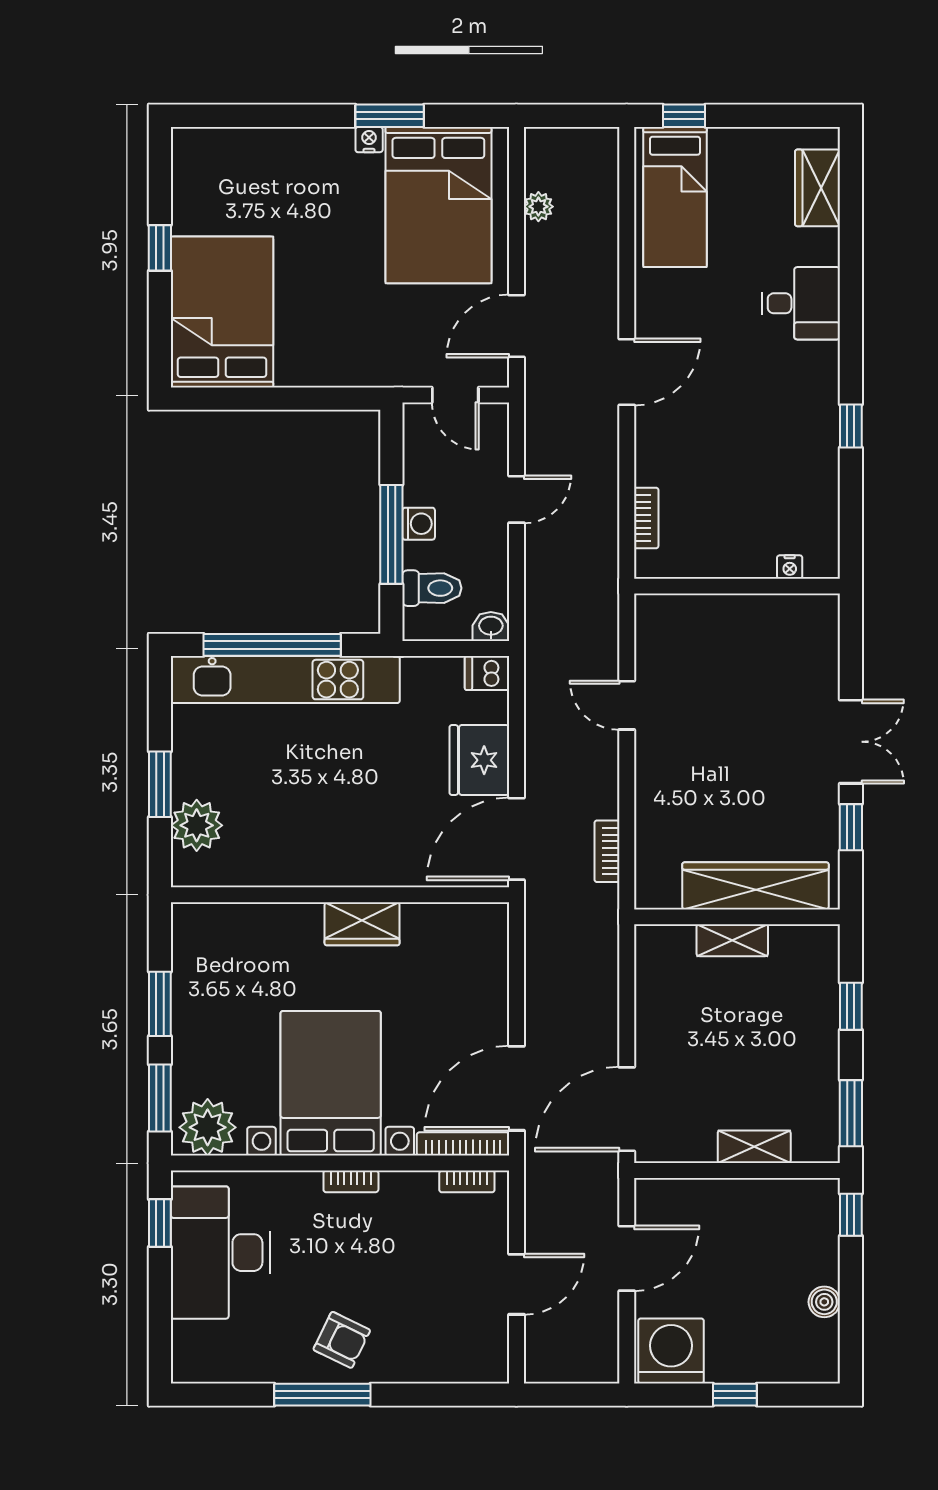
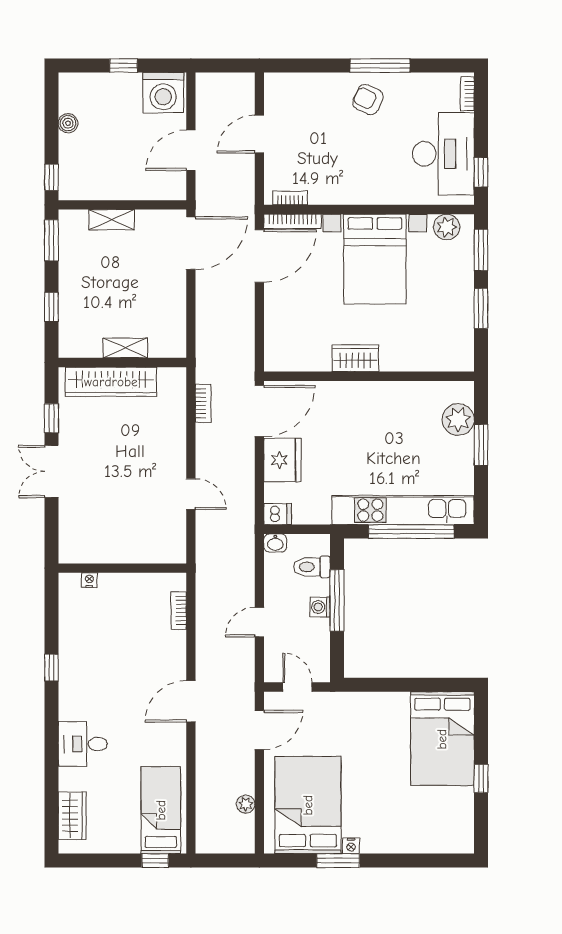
plant: (208, 1127) -> (447, 227), width x0.73, depth x0.73
bookcase: (351, 1181) -> (467, 94), moved, turned -90

